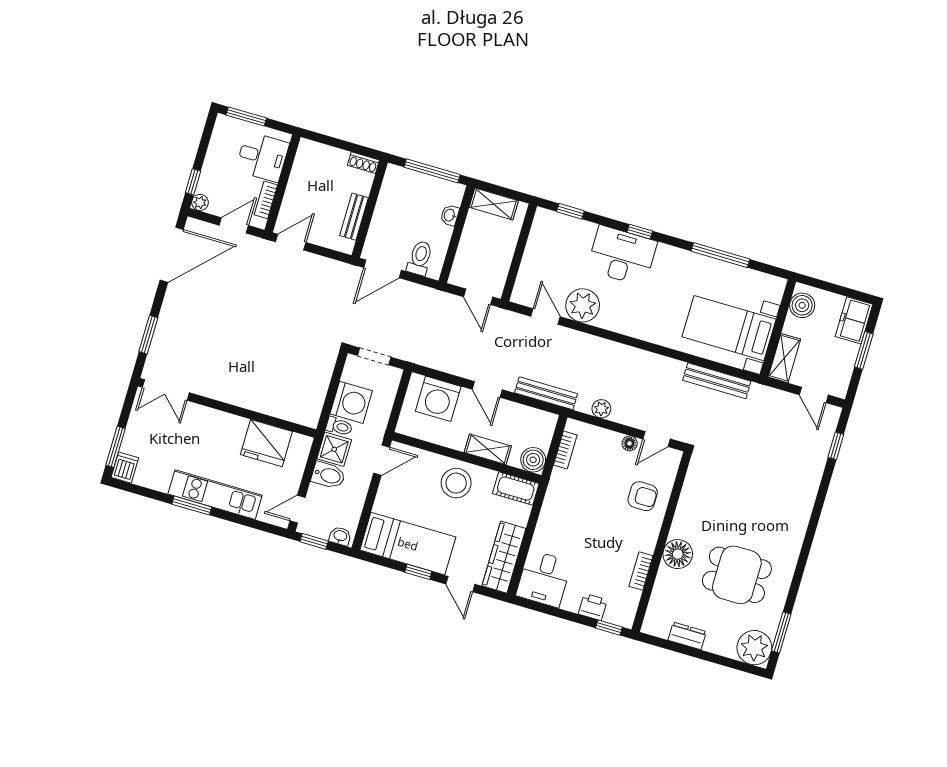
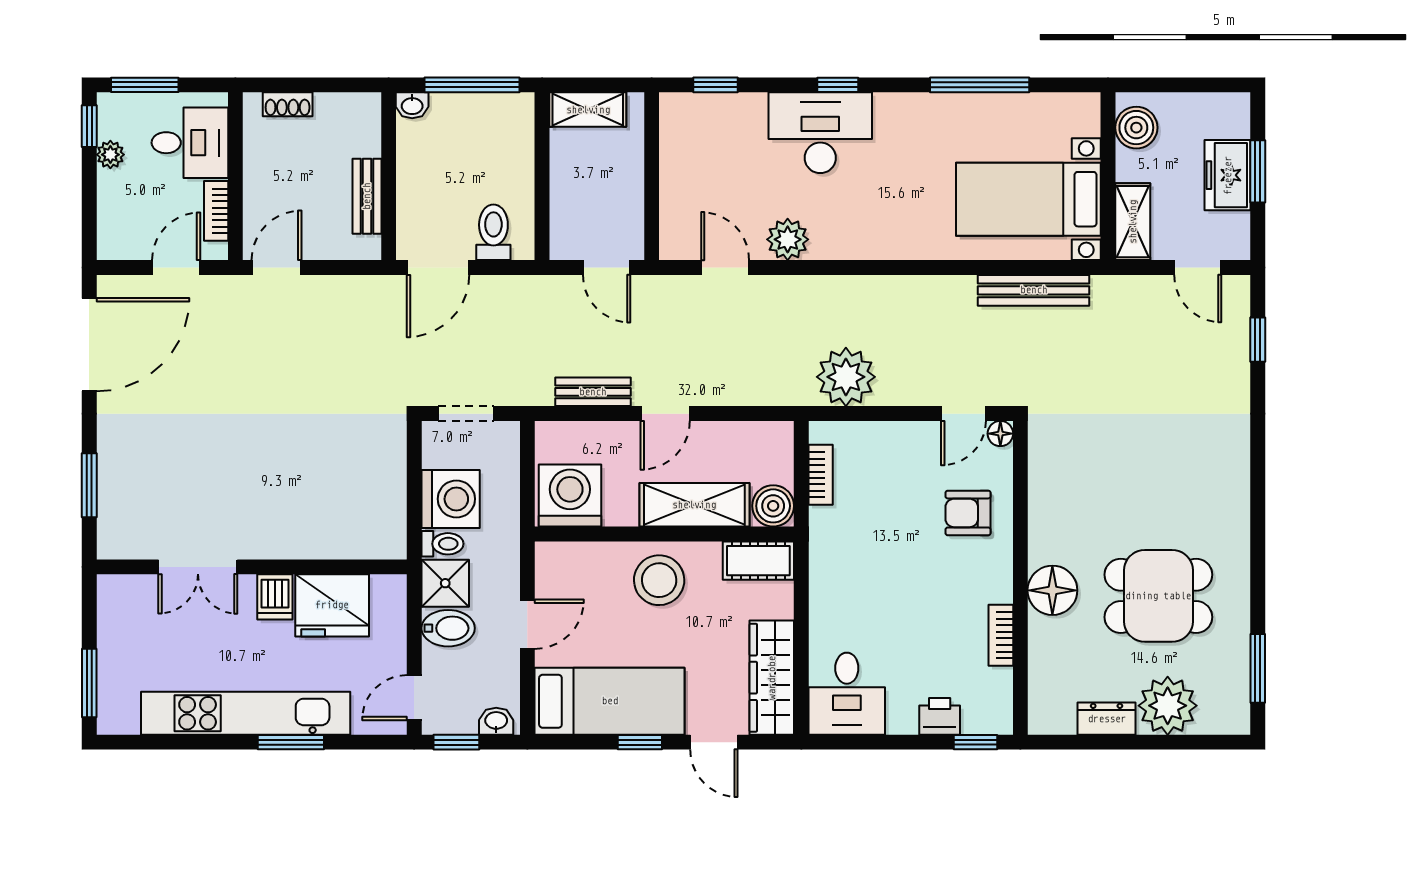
shoe rack: (363, 163) -> (288, 104), moved
window: (193, 182) -> (89, 126), moved
plant: (200, 202) -> (110, 155), moved
washbasin: (450, 215) -> (412, 105), moved, turned -90
plant: (583, 305) -> (788, 239), width x0.73, depth x0.73
freezer: (854, 320) -> (1228, 175), moved
door: (487, 389) -> (665, 414), hinge flipped
double door: (166, 390) -> (198, 567), moved
bench: (546, 393) -> (593, 392), moved, width x0.73
washing machine: (438, 399) -> (570, 496), moved, turned 180
plant: (601, 409) -> (846, 377), width x1.88, depth x1.88
floor lamp: (630, 443) -> (1000, 434), moved
shelving: (488, 449) -> (694, 505), width x1.50, depth x1.33
door: (382, 460) -> (527, 624), moved
dishwasher: (125, 468) -> (275, 597), moved, turned 180
kitchen unit: (215, 495) -> (246, 713), width x1.36
armchair: (643, 496) -> (968, 513), turned 180
window: (192, 506) -> (291, 742), moved
plant: (754, 648) -> (1168, 706), moved

